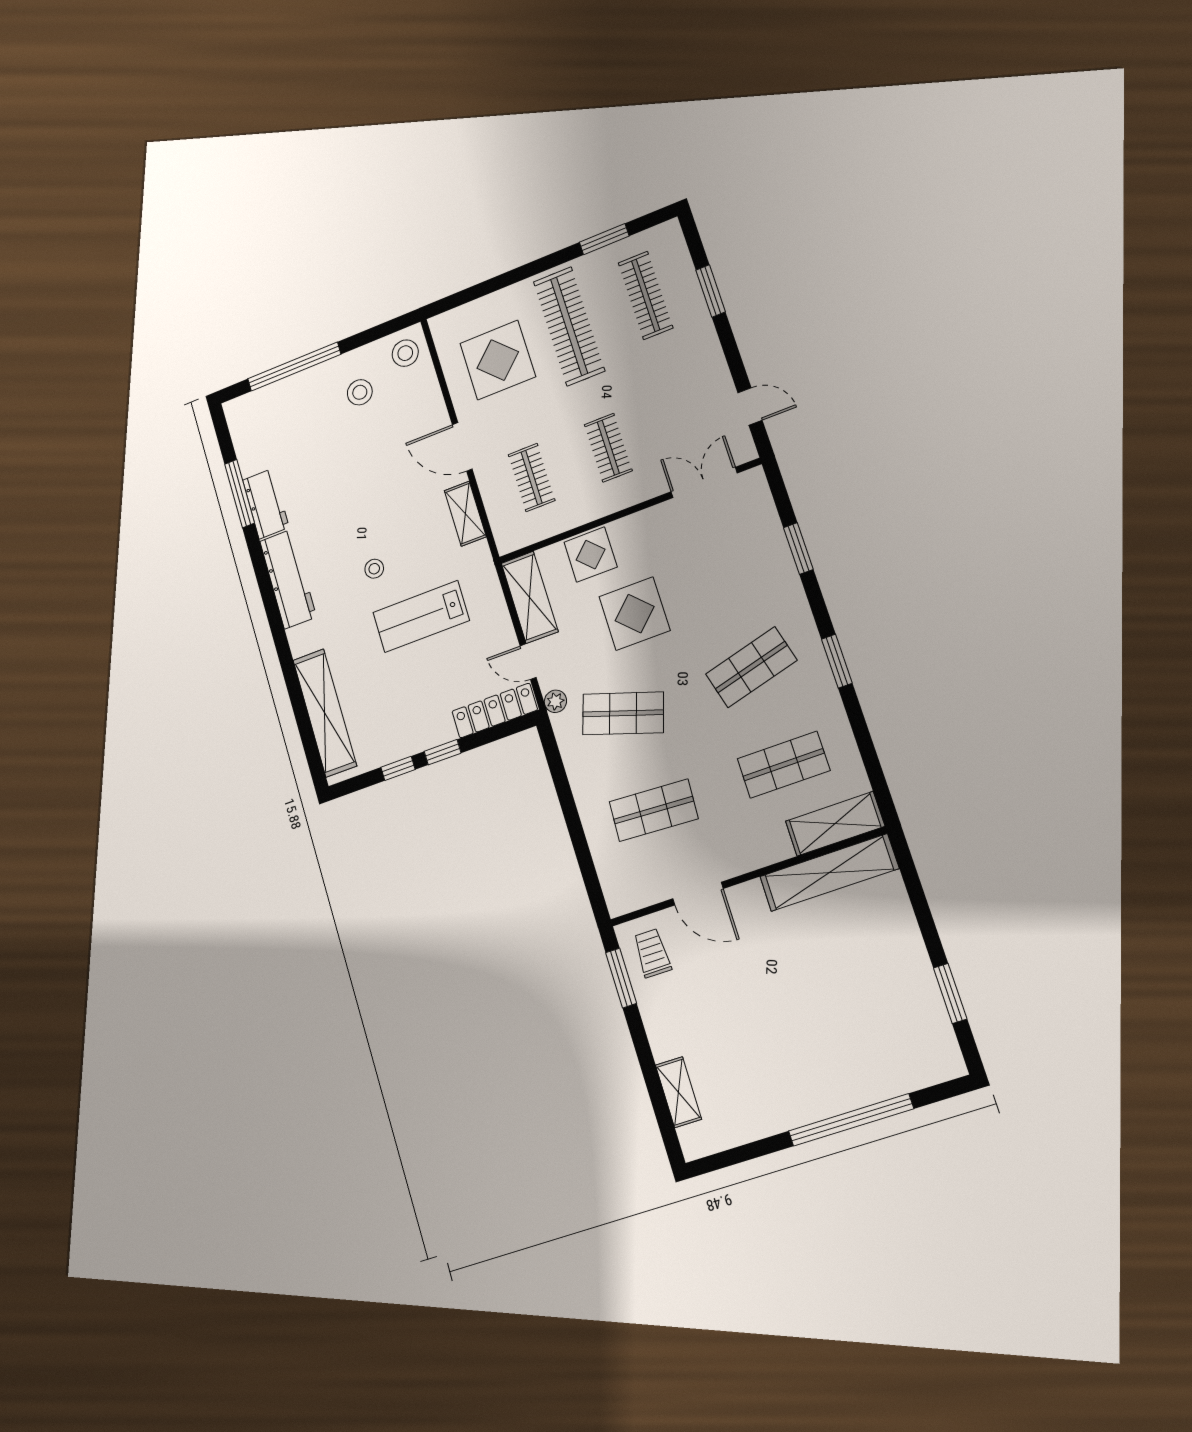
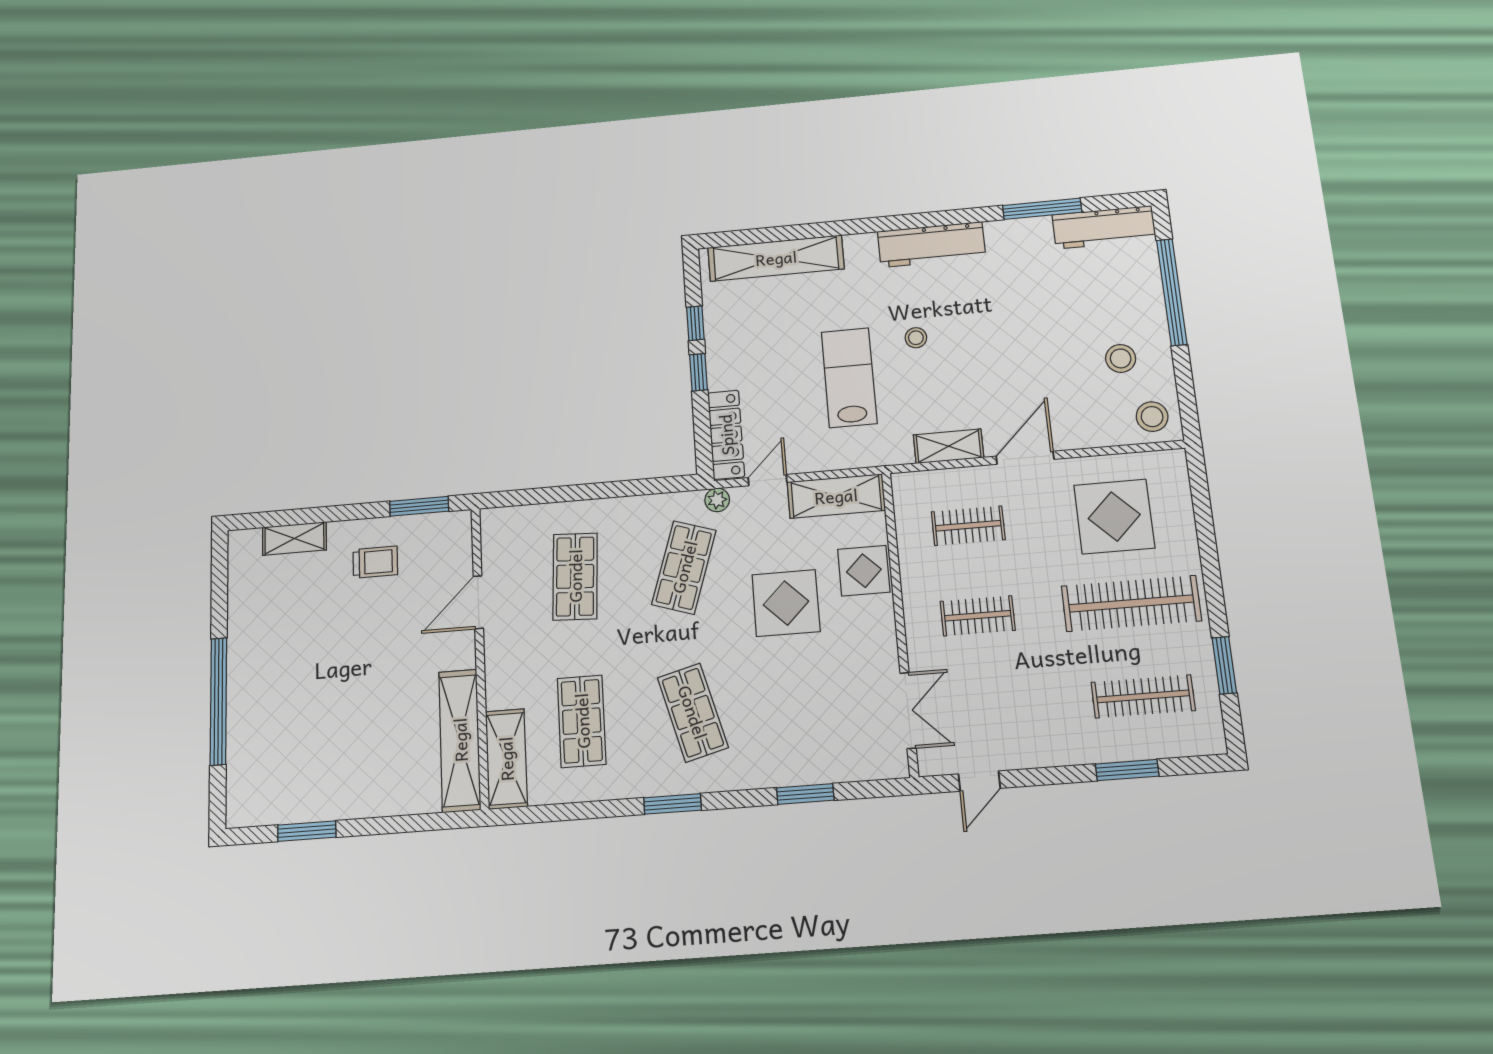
workbench: (266, 504) -> (1104, 227), moved, width x1.38
trolley: (652, 953) -> (375, 562), moved

